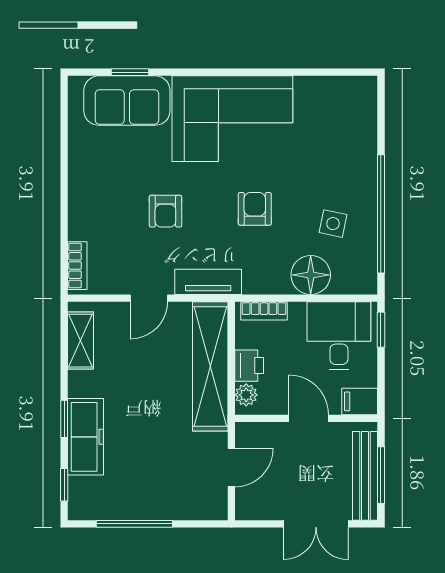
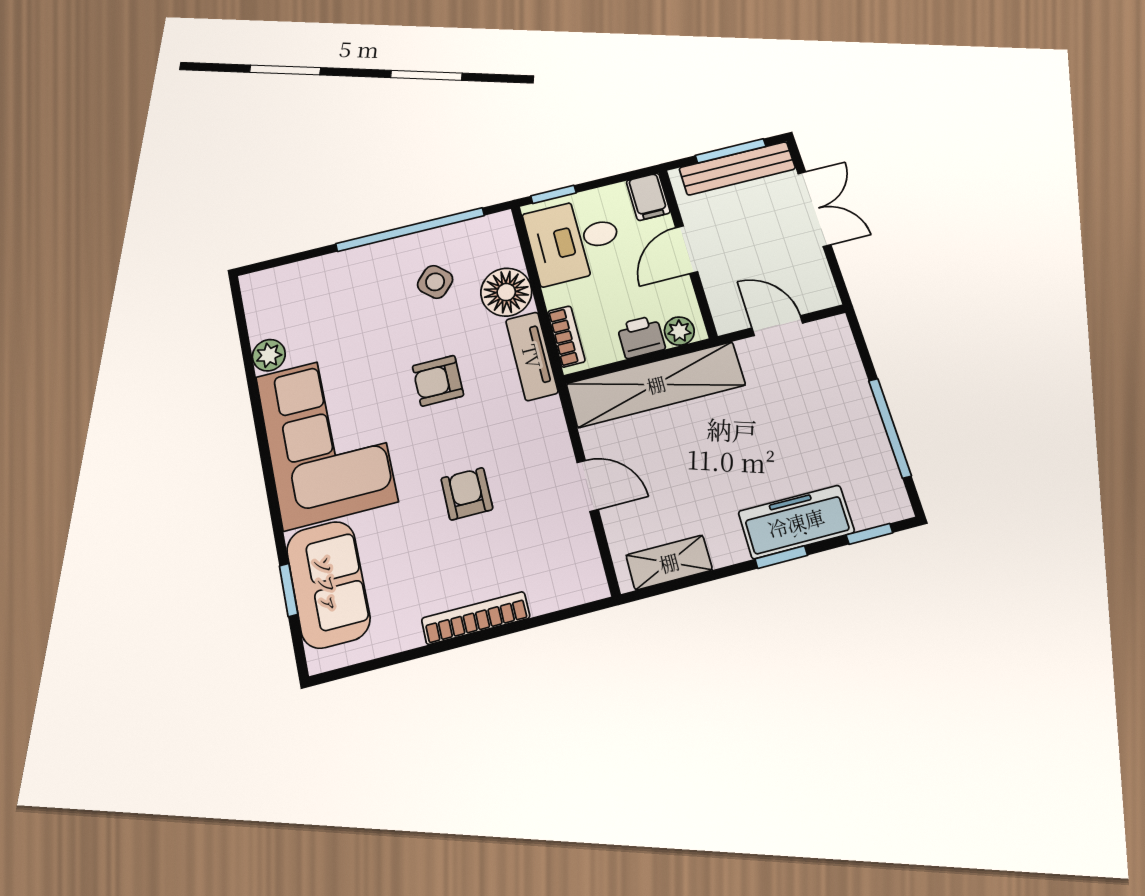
plant: (307, 88) -> (269, 355), added
armchair: (165, 211) -> (467, 494), turned -90
side table: (333, 224) -> (435, 282), turned 31
bookcase: (77, 266) -> (476, 618), moved, width x1.56
tv unit: (208, 282) -> (532, 356), moved

